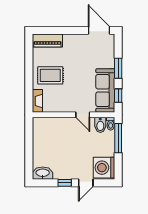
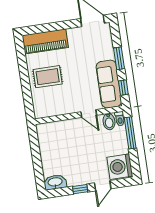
piano: (47, 40) -> (45, 41), width x1.37, depth x1.33
fireplace: (37, 101) -> (38, 106), removed

